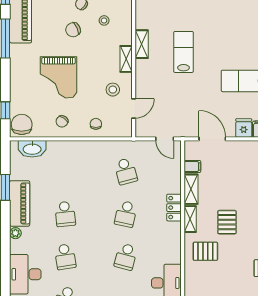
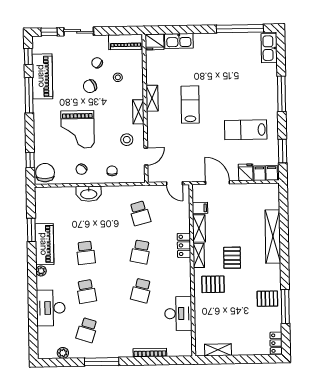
washbasin: (32, 149) -> (89, 194), moved

